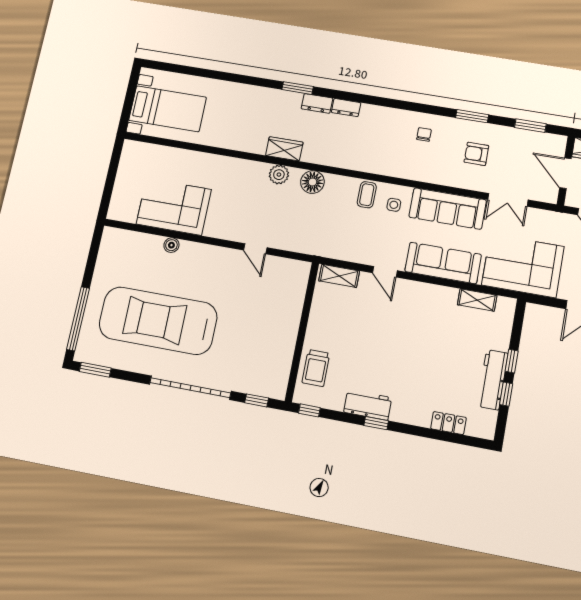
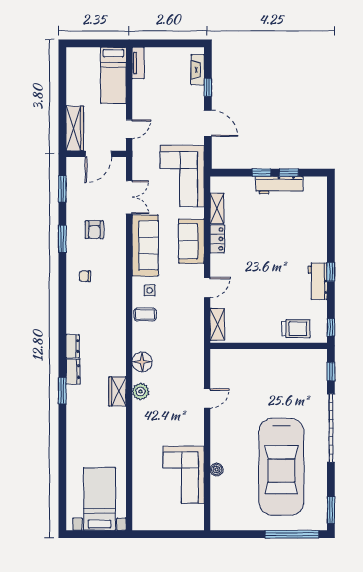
sofa: (443, 263) -> (191, 241), width x0.73
locker: (448, 423) -> (217, 239), moved, turned 180

